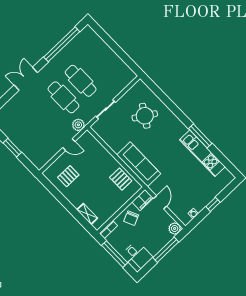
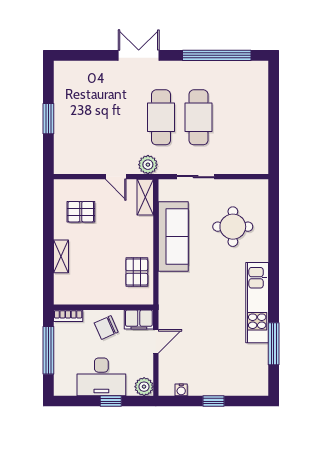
round table: (145, 116) -> (233, 227), turned -32
window: (200, 136) -> (274, 344), moved
shelving: (91, 141) -> (145, 197), added
kitchen unit: (202, 153) -> (257, 303), moved
sofa: (139, 164) -> (173, 236), moved
shelving: (87, 214) -> (61, 256), moved
window: (166, 250) -> (111, 401), width x0.46
desk: (137, 256) -> (101, 377), moved, width x1.37

